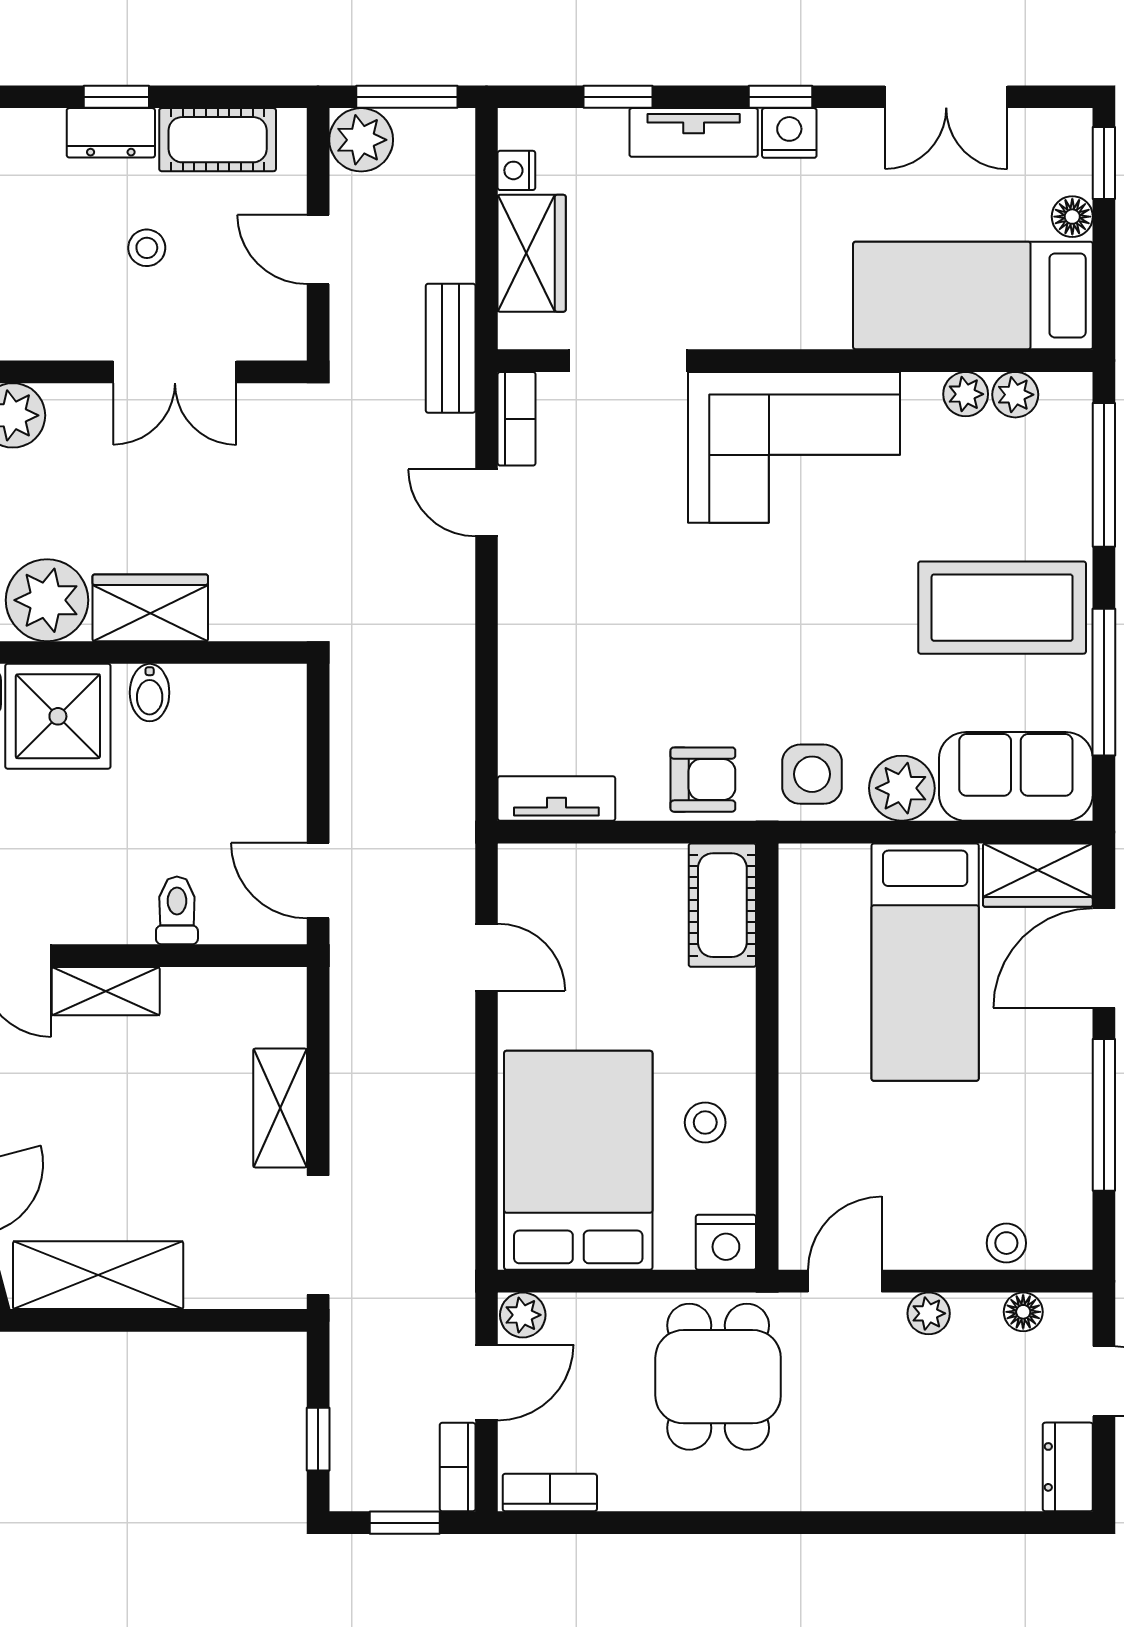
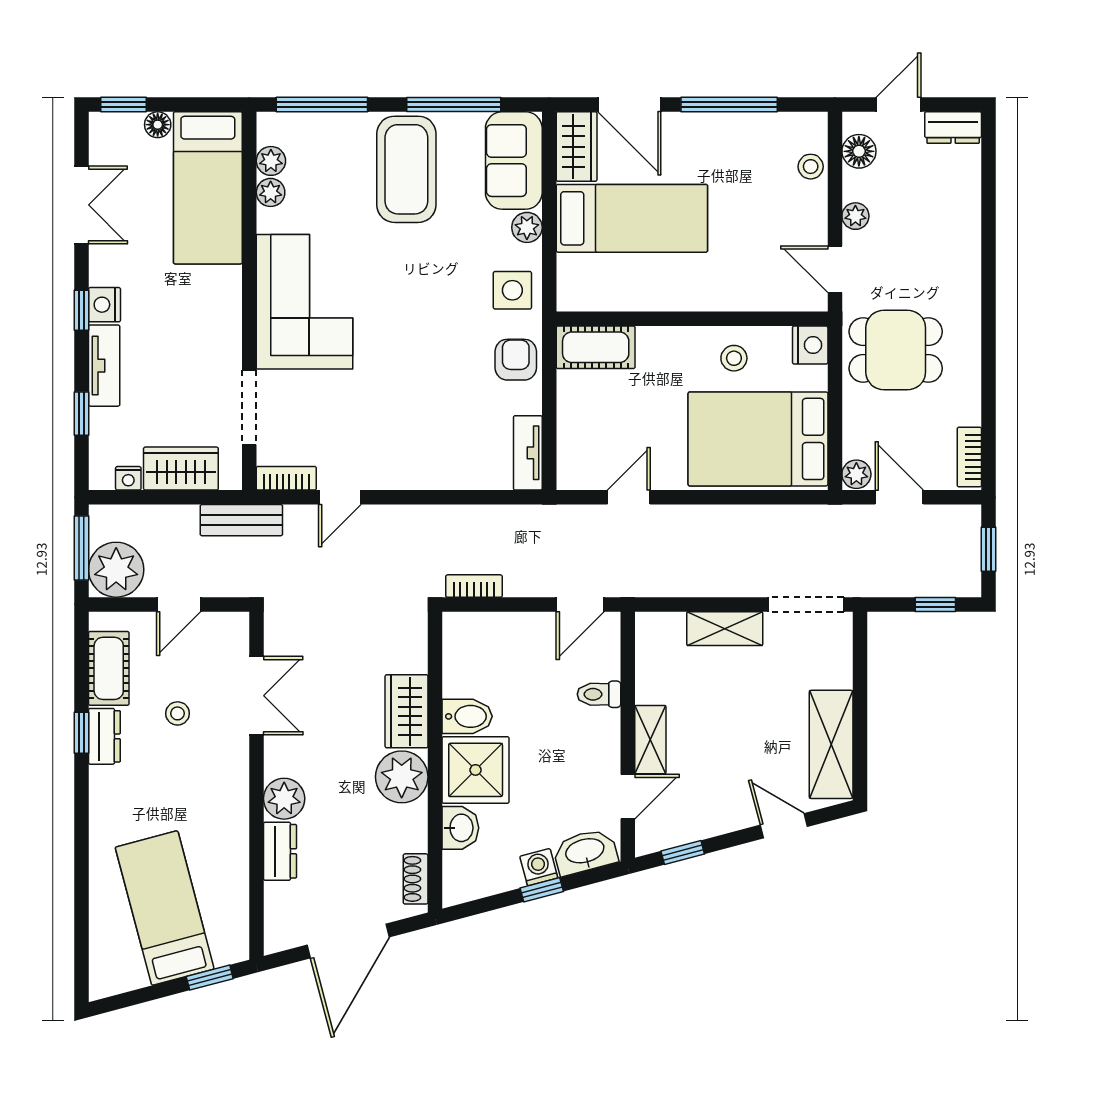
plant: (361, 140) -> (116, 570), width x1.36, depth x1.36
bidet: (150, 693) -> (467, 716), width x1.38, depth x1.36
plant: (902, 788) -> (527, 227), width x0.73, depth x0.73
floor lamp: (1023, 1312) -> (859, 151), width x1.37, depth x1.37
bookcase: (458, 1467) -> (474, 586), moved, turned 180

